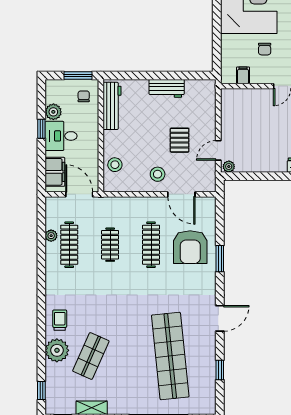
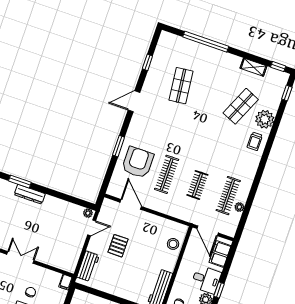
filing cabinet: (243, 75) -> (66, 282), moved
workbench: (167, 88) -> (88, 266), moved, turned 90
stool: (158, 174) -> (143, 226), removed
shop shelf: (170, 356) -> (181, 86), width x0.50, depth x0.74

